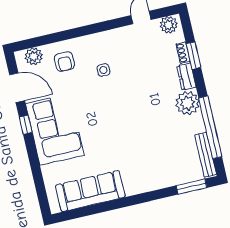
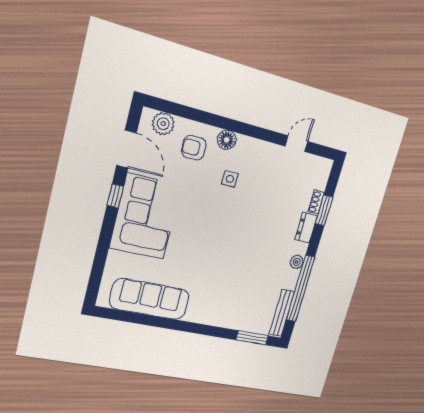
plant: (169, 25) -> (318, 166), removed
floor lamp: (86, 43) -> (227, 140), added
armchair: (64, 62) -> (194, 148), turned 90
plant: (187, 103) -> (297, 262), width x0.53, depth x0.53

